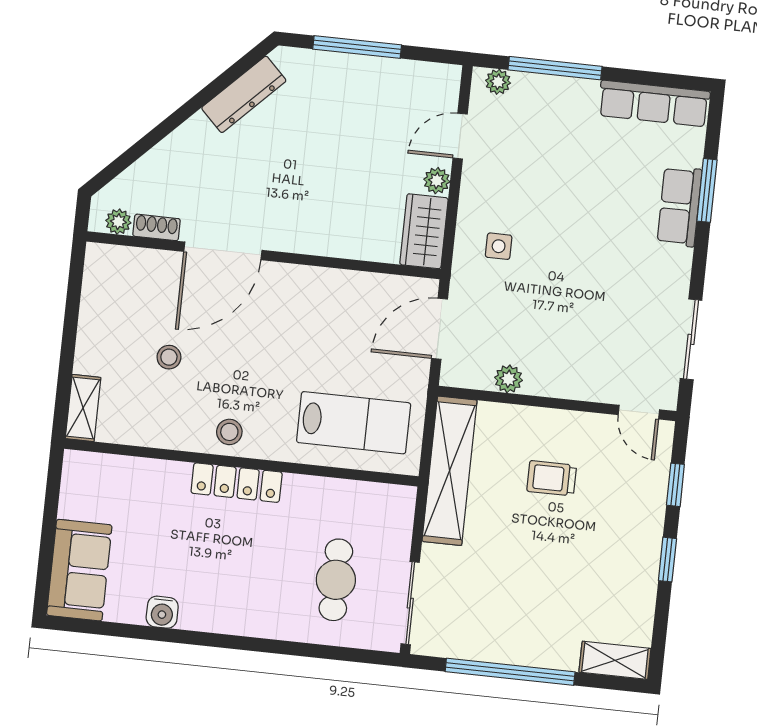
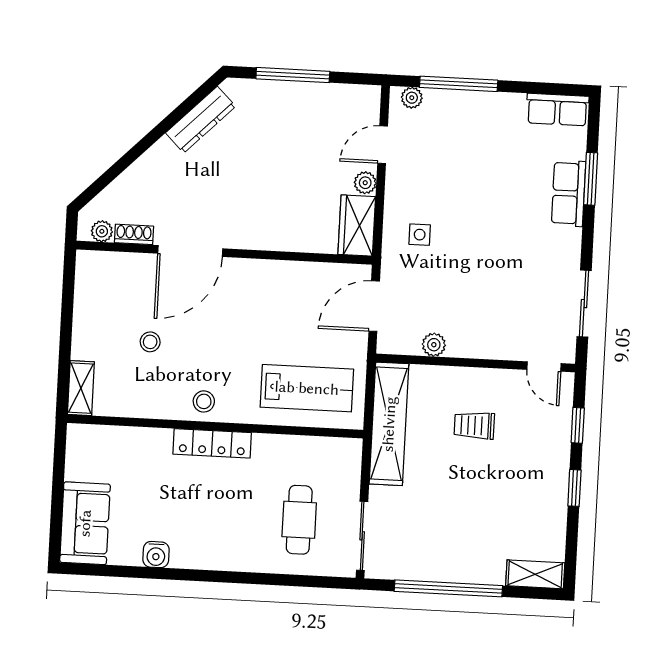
row of seats: (654, 104) -> (557, 110), width x0.68

